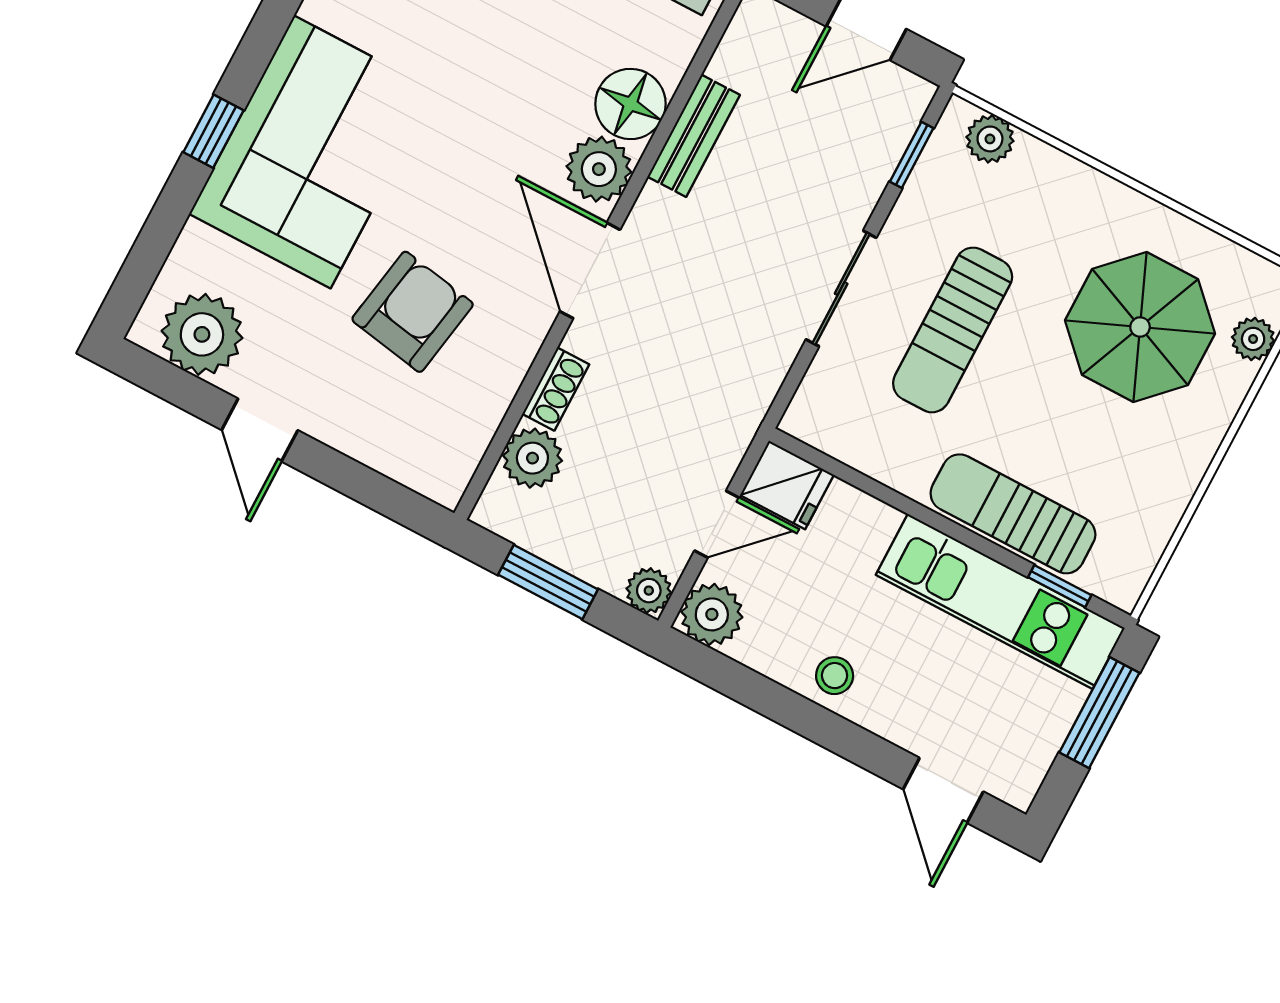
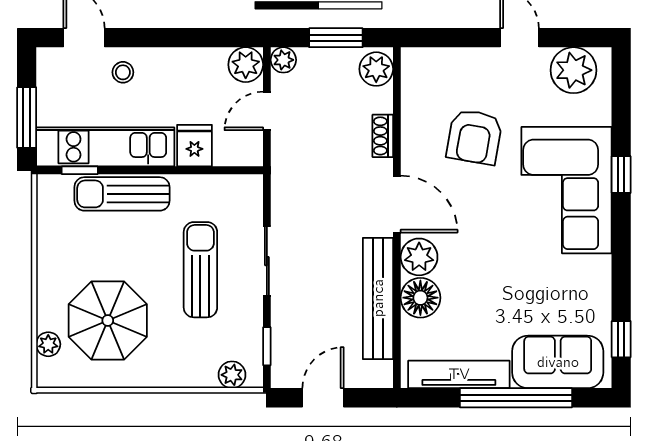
bench: (694, 136) -> (378, 298), width x1.86, depth x1.21
plant: (532, 458) -> (376, 69), moved
fridge: (787, 485) -> (194, 146), moved, turned 90
sun lounger: (1013, 514) -> (122, 194), turned 180
stool: (835, 676) -> (123, 72), moved

